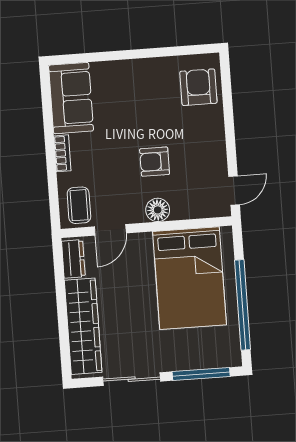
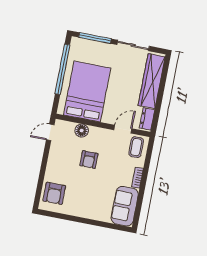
armchair: (155, 162) -> (89, 160), turned 90
floor lamp: (158, 210) -> (82, 131), moved

